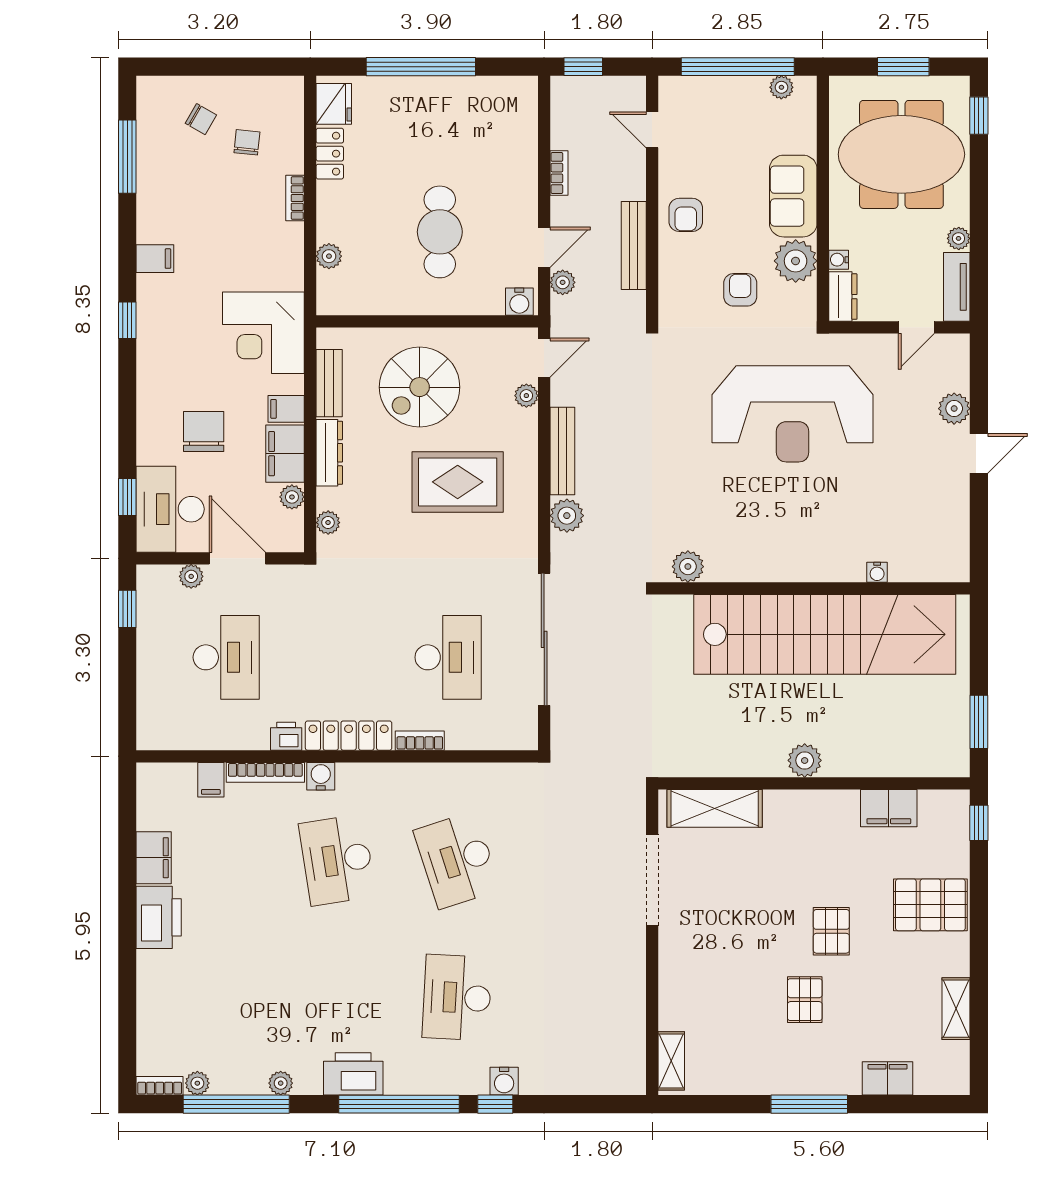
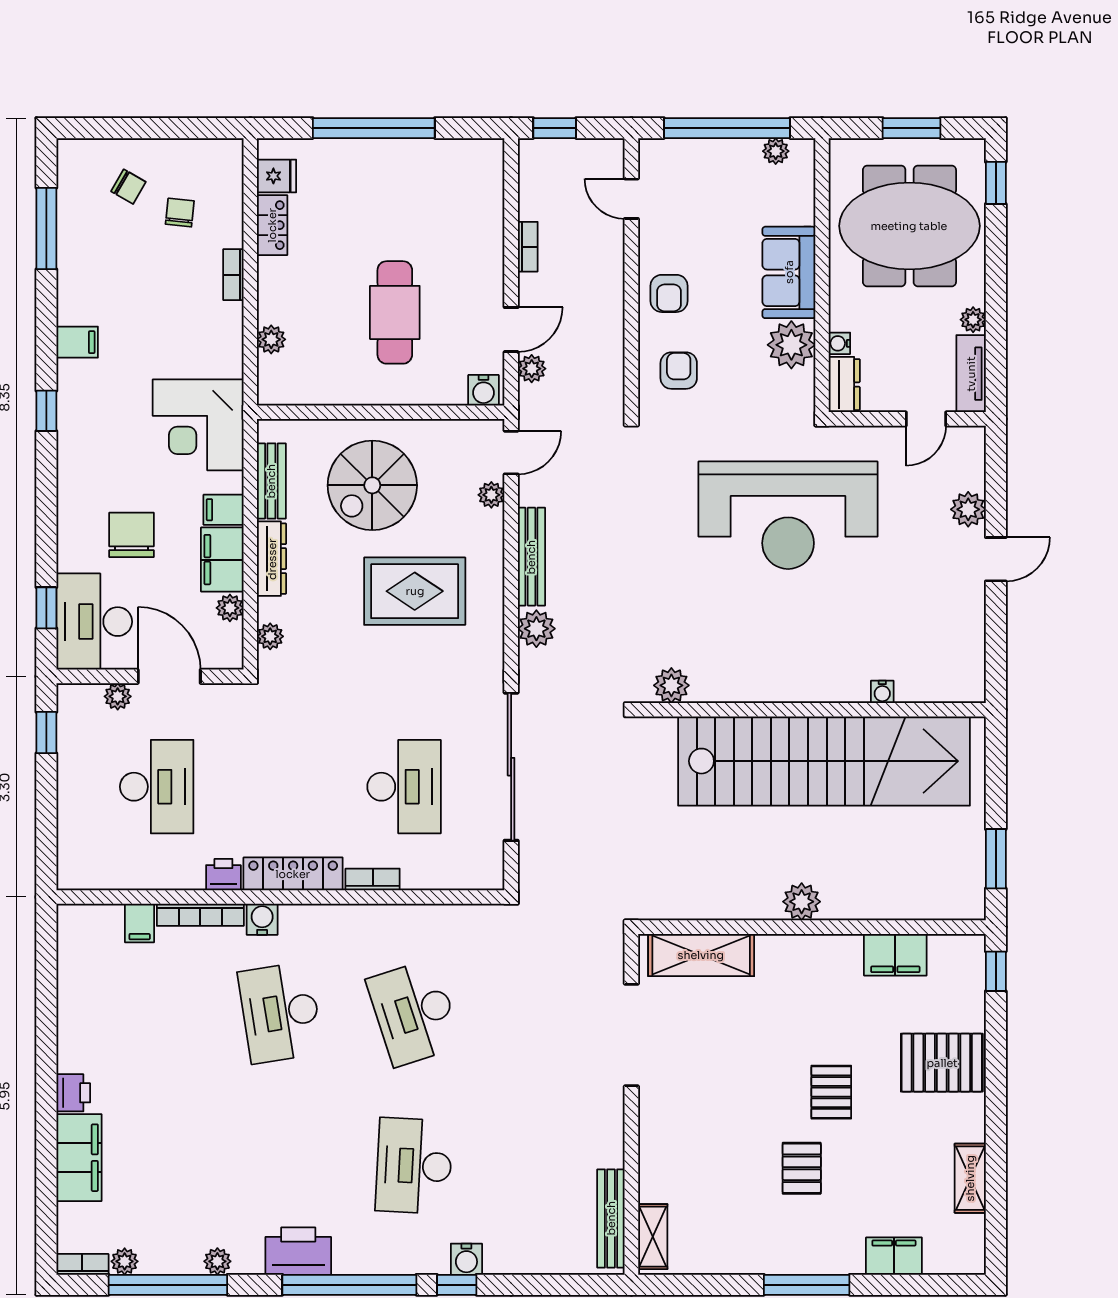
fridge: (334, 104) -> (277, 176), width x0.72
bench: (634, 245) -> (611, 1218), moved
armchair: (740, 290) -> (679, 371), moved
filing cabinet: (154, 858) -> (79, 1158), moved, width x1.50, depth x1.17
printer: (159, 917) -> (73, 1093), width x0.53, depth x0.68

